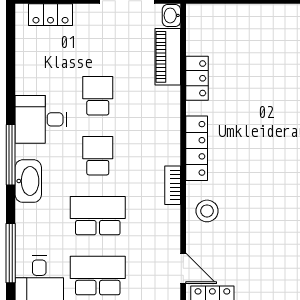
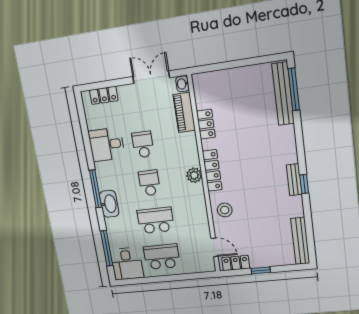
desk: (41, 119) -> (106, 144), moved
plant: (169, 152) -> (194, 175), added
bookcase: (173, 185) -> (200, 196), removed

